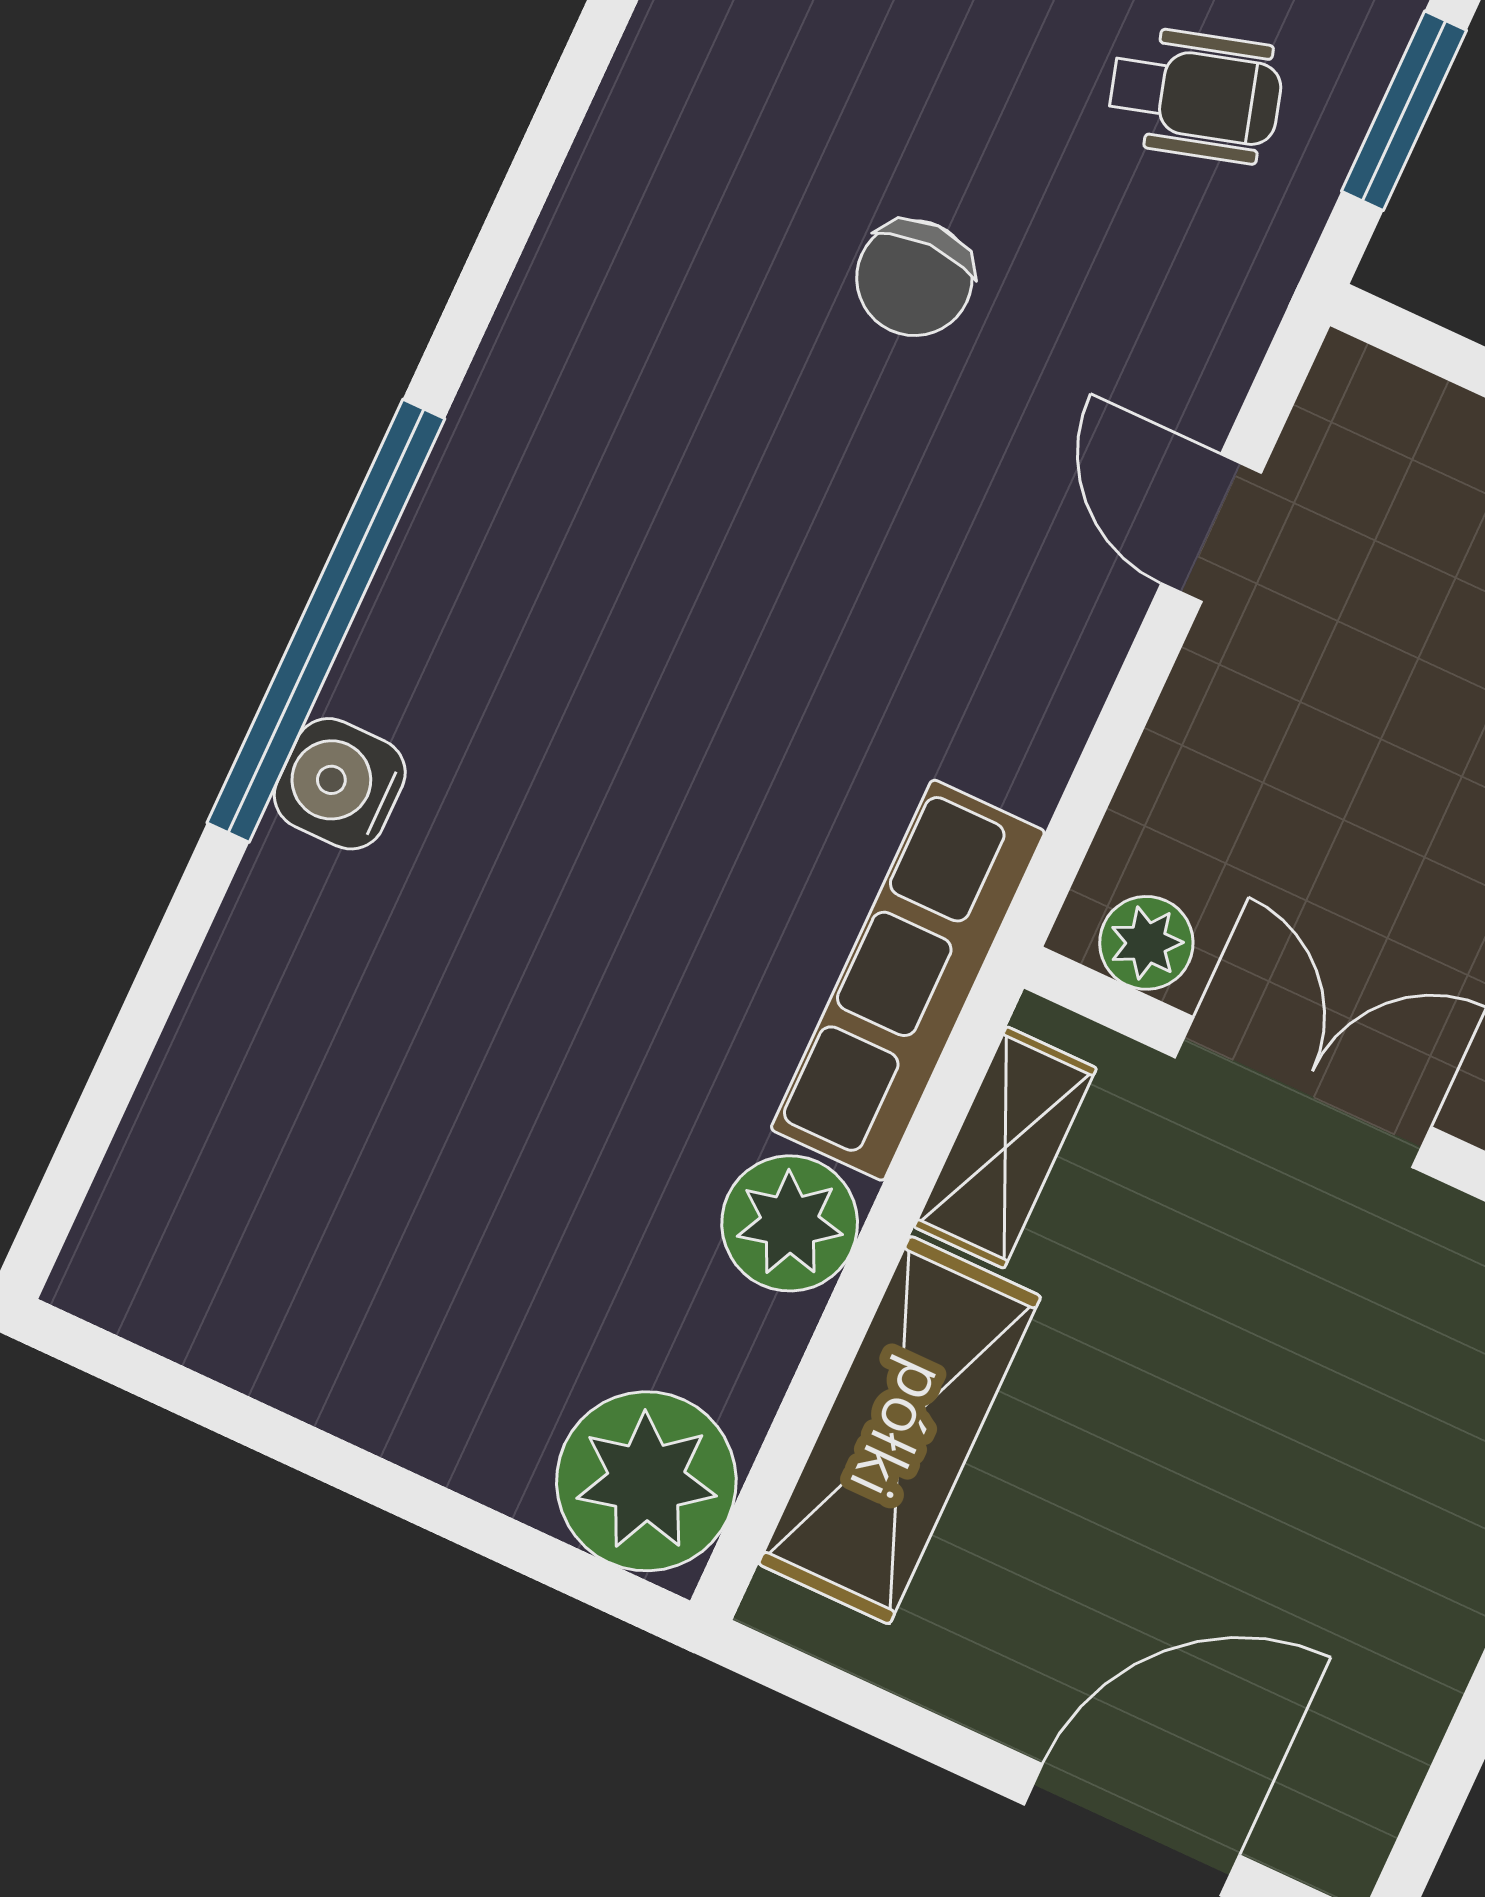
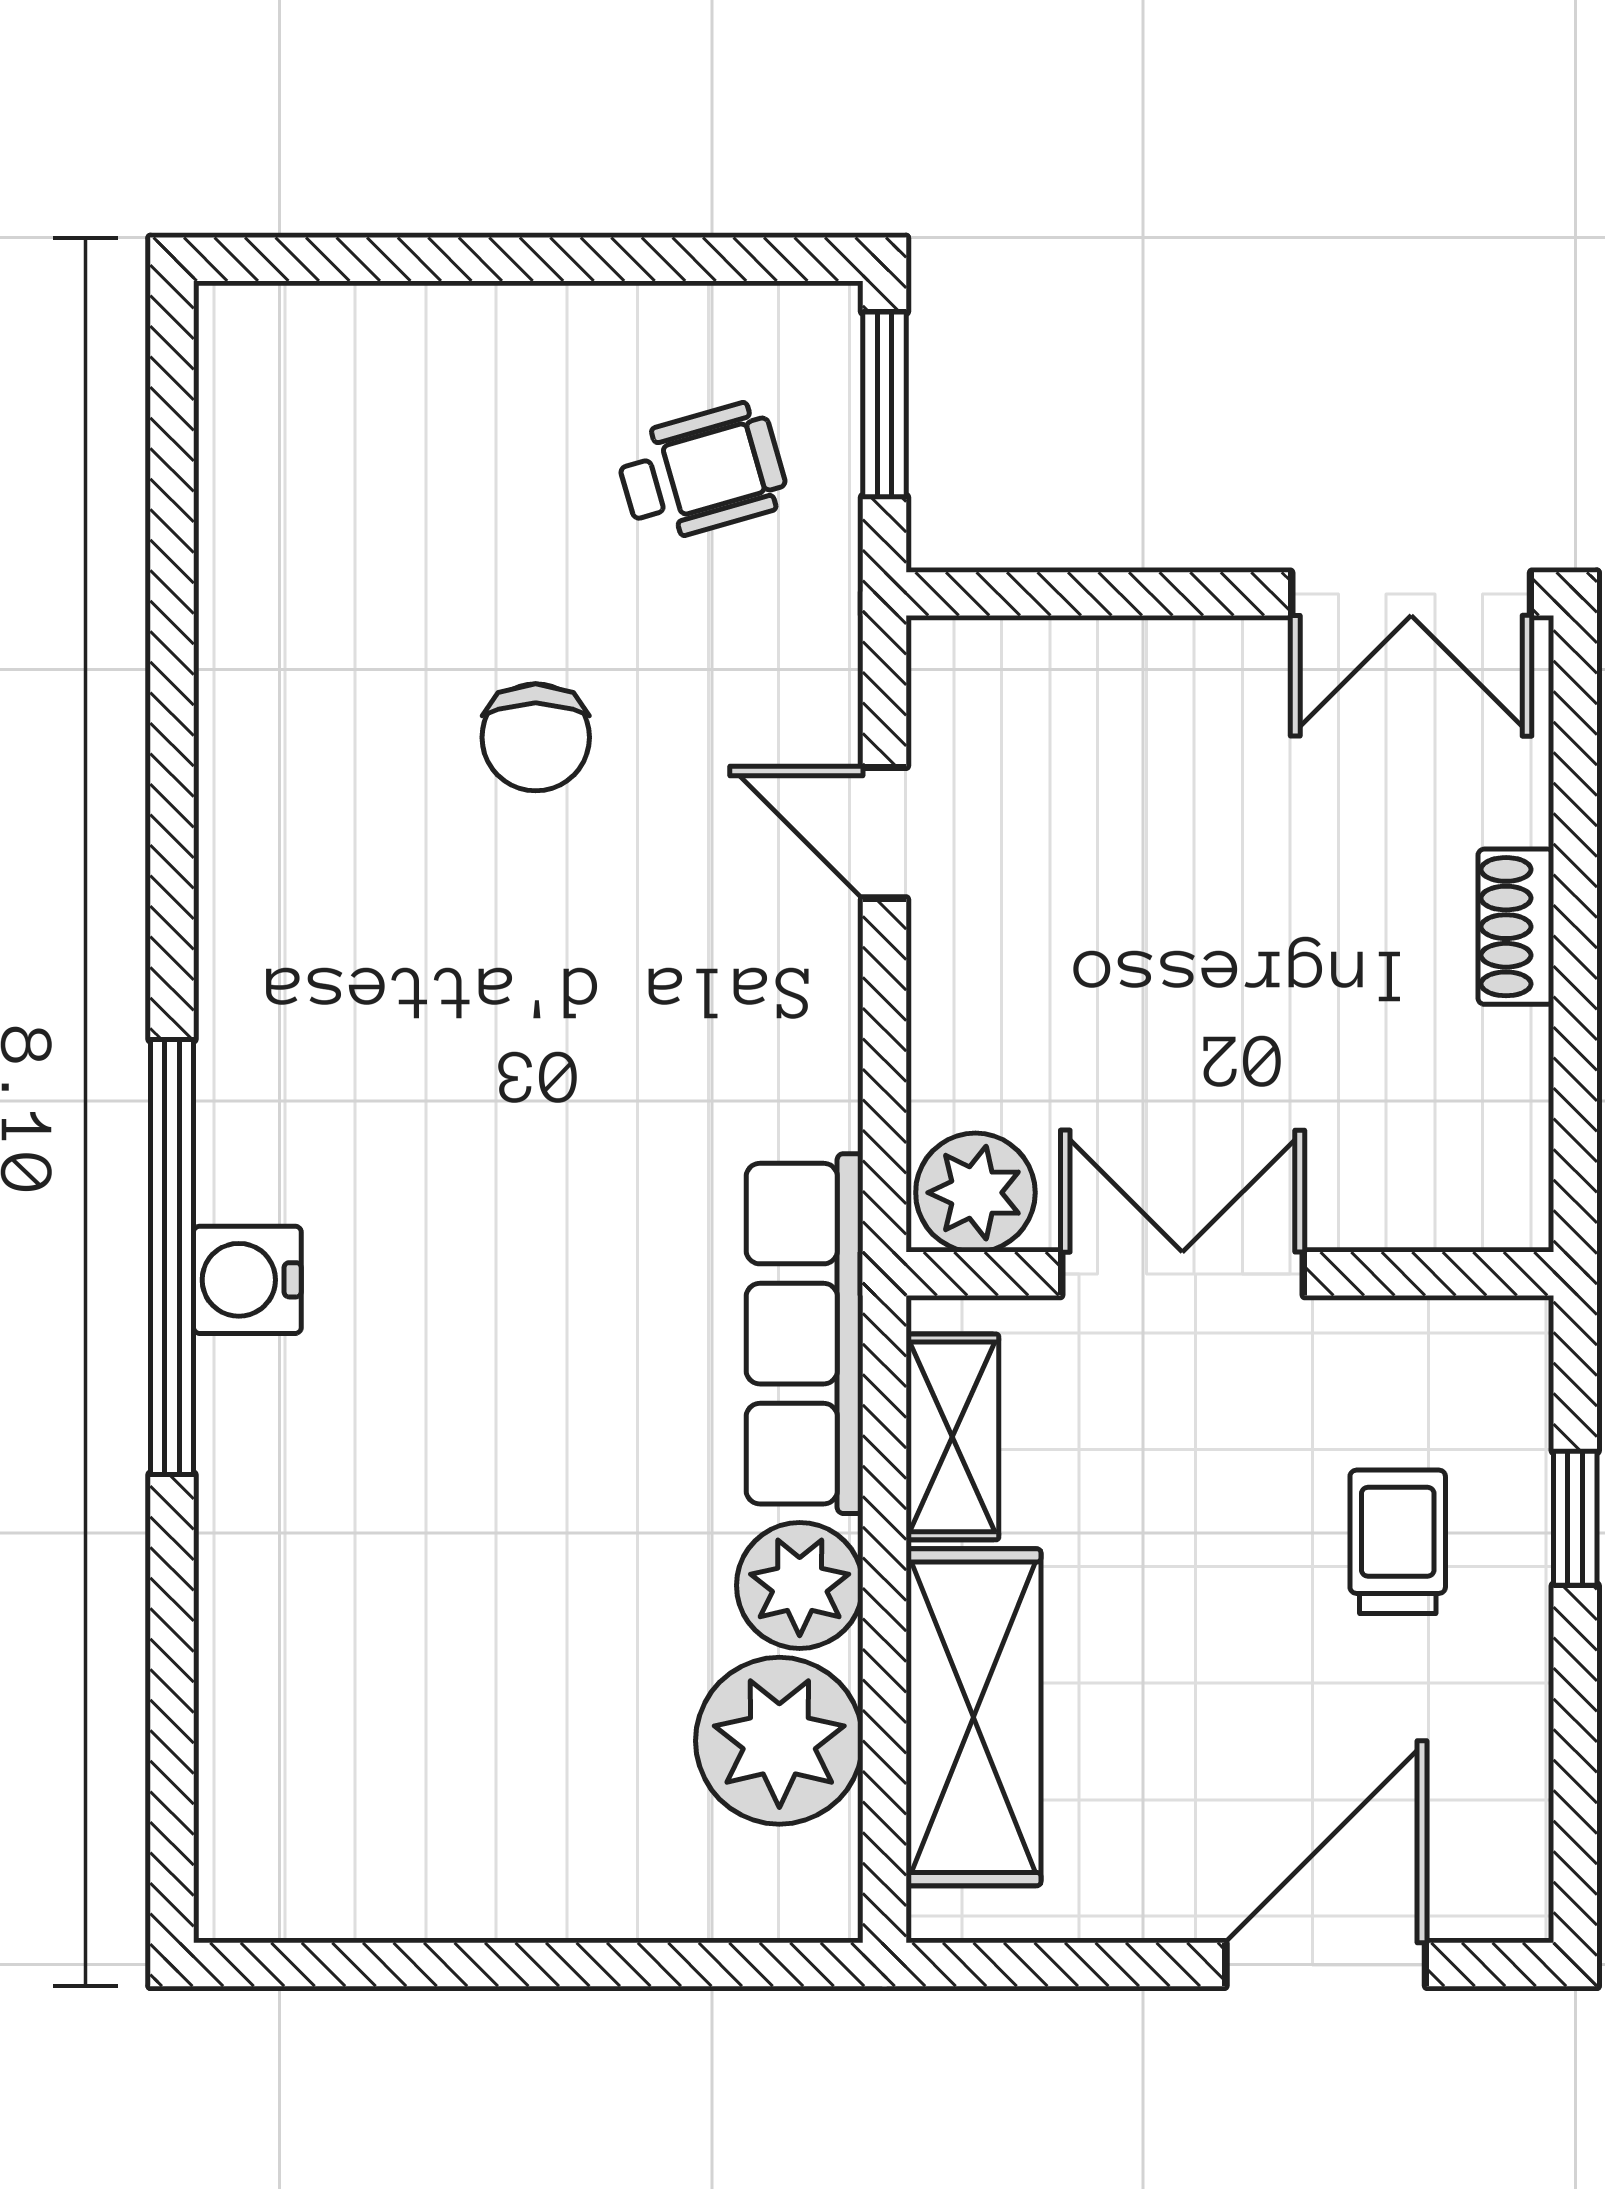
water cooler: (340, 784) -> (247, 1280), moved
plant: (1146, 943) -> (975, 1193), width x1.38, depth x1.38
trolley: (1392, 1450) -> (1398, 1542), added
plant: (646, 1481) -> (779, 1741), moved

